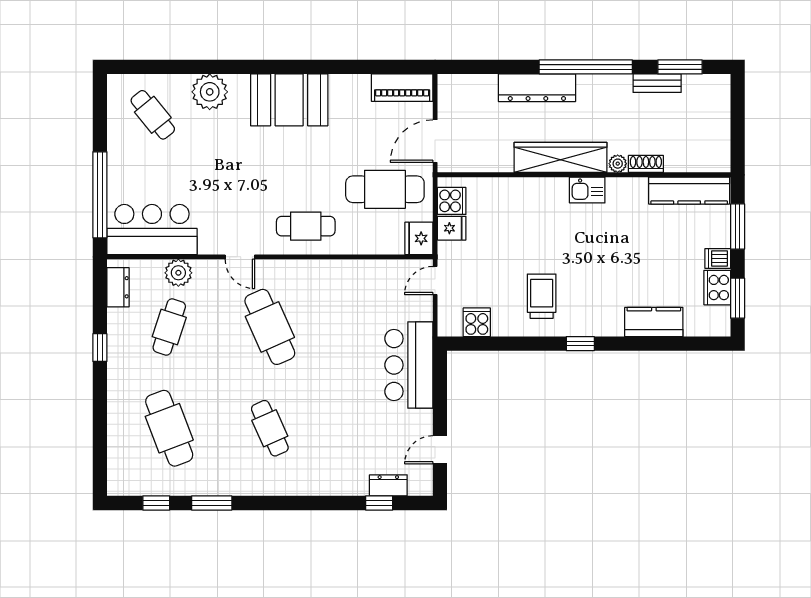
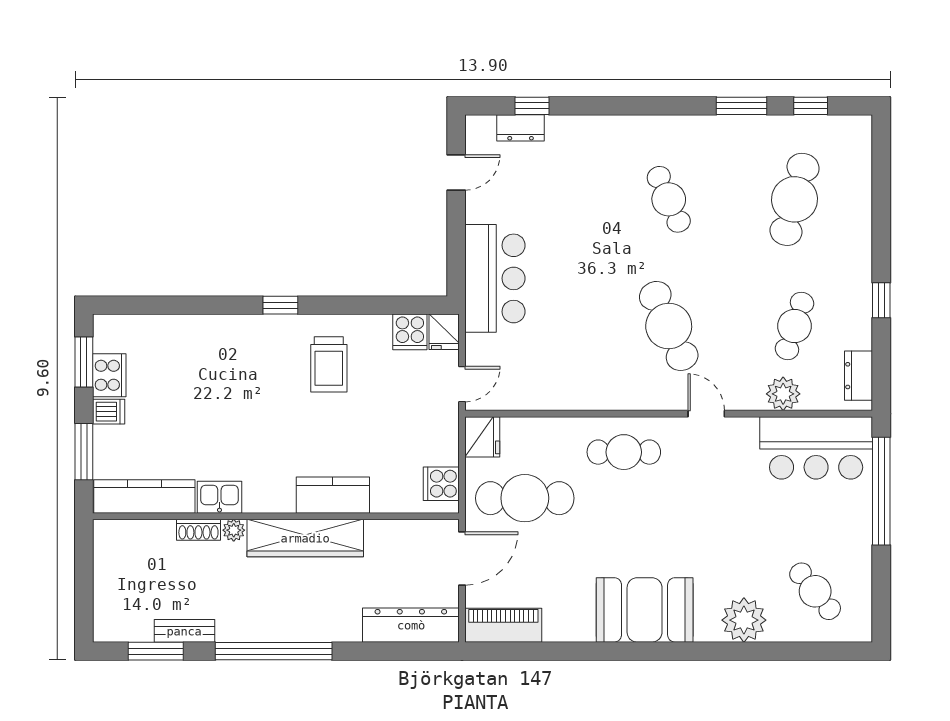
dresser: (537, 88) -> (411, 625), moved
kitchen sink: (587, 190) -> (219, 497), moved
fridge: (452, 228) -> (444, 332), moved, turned -90
kitchen counter: (654, 322) -> (333, 495), moved, turned 180
cafe table: (169, 428) -> (795, 199), turned 36

